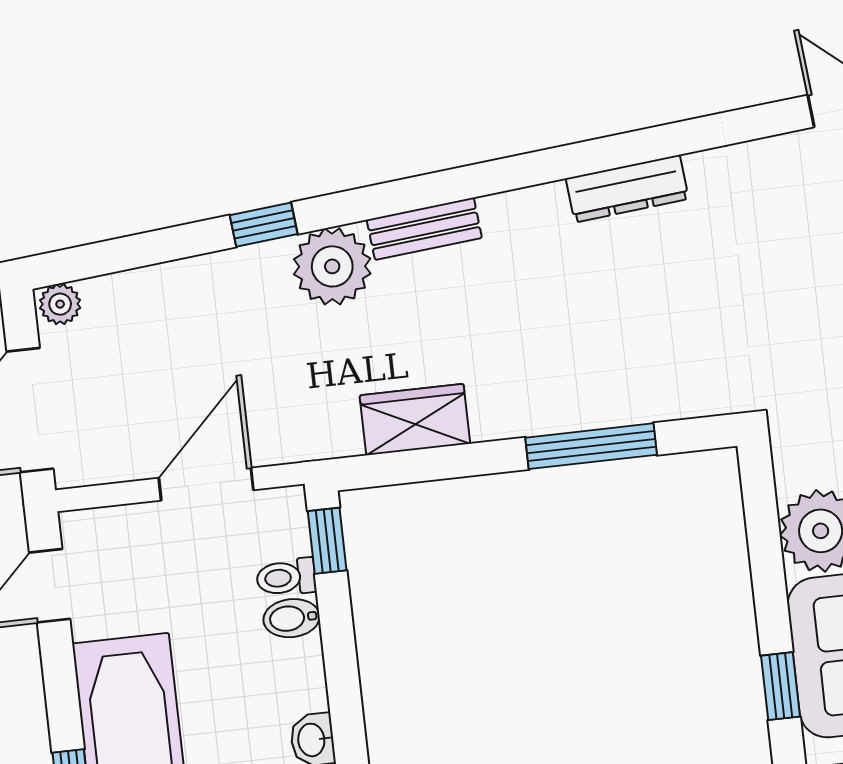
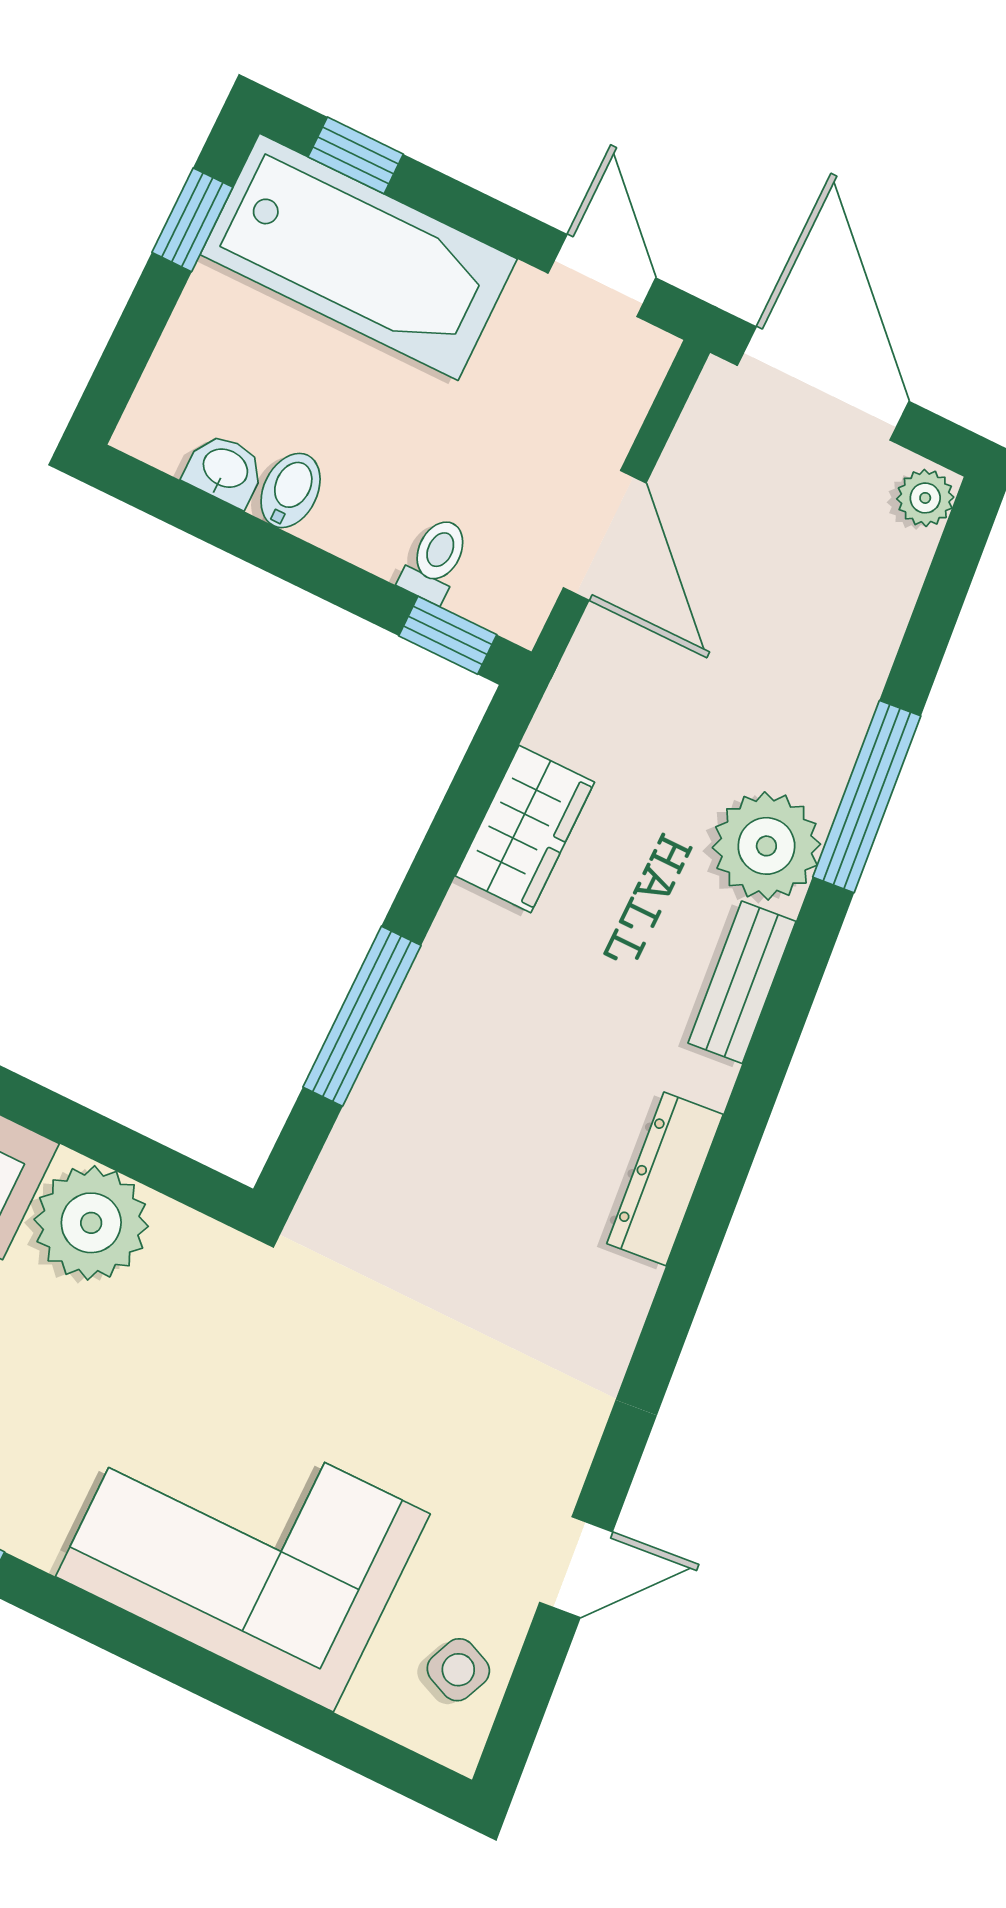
dresser: (627, 189) -> (665, 1179), moved
window: (264, 225) -> (867, 797), width x2.17
bidet: (291, 618) -> (291, 490), moved

